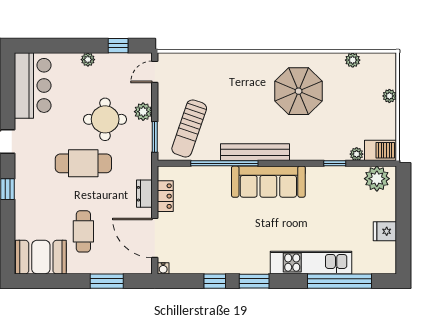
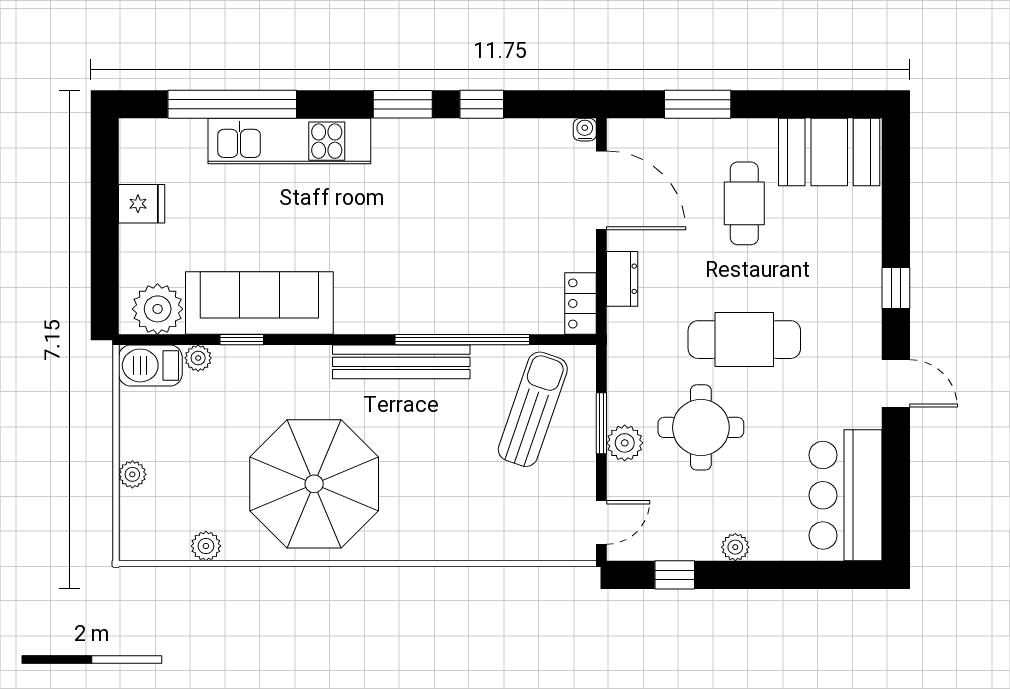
parasol: (299, 91) -> (314, 484), width x1.36, depth x1.36
window: (155, 137) -> (601, 423), moved
sofa: (268, 182) -> (259, 303), moved
locker: (165, 196) -> (581, 303), moved

